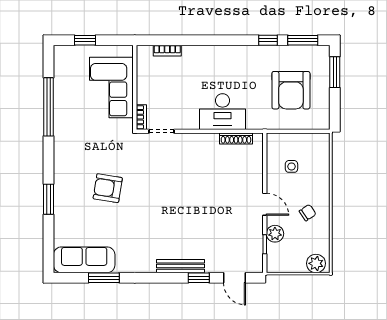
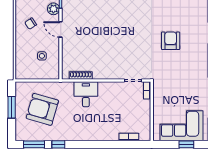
window: (335, 72) -> (12, 107), moved
corner sofa: (111, 88) -> (181, 126), moved, turned -90
armchair: (291, 90) -> (42, 109), turned -74
desk: (223, 112) -> (86, 94), width x0.73
armchair: (108, 188) -> (171, 41), turned -99

